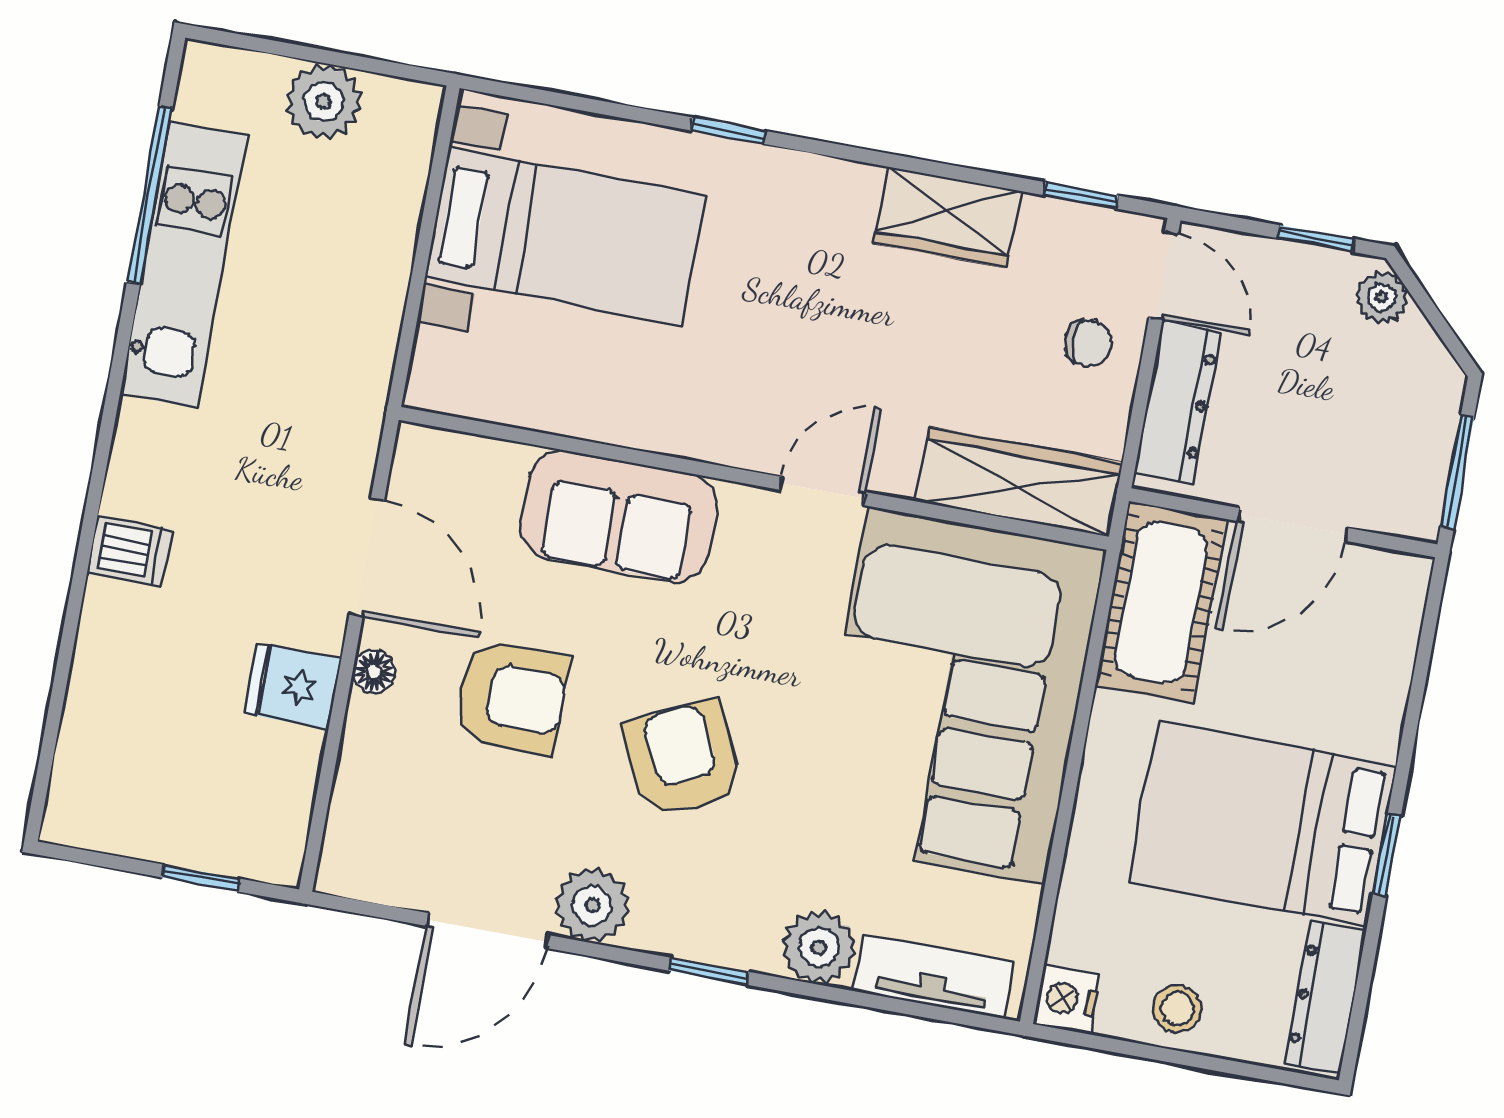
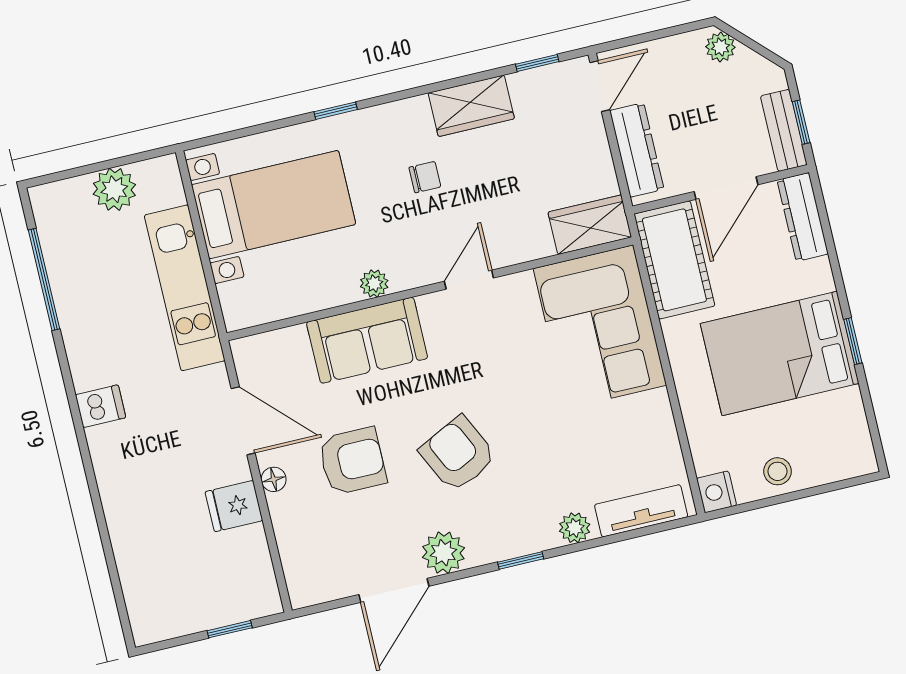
window: (1316, 239) -> (672, 31), removed
kitchen unit: (183, 265) -> (185, 288), moved, turned 180
door: (1164, 275) -> (600, 86), hinge flipped
chair: (1088, 343) -> (425, 177), moved
plant: (669, 431) -> (374, 284), added
window: (1457, 472) -> (801, 122), width x0.67
bench: (1424, 473) -> (784, 130), added
wardrobe: (1019, 482) -> (590, 225), width x0.67
dishwasher: (130, 552) -> (100, 406), moved
corner sofa: (957, 695) -> (600, 327), width x0.73, depth x0.74
plant: (819, 947) -> (575, 528), width x0.73, depth x0.73
dresser: (1325, 998) -> (803, 217), moved

